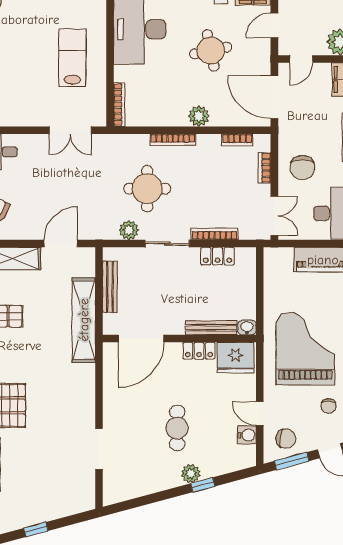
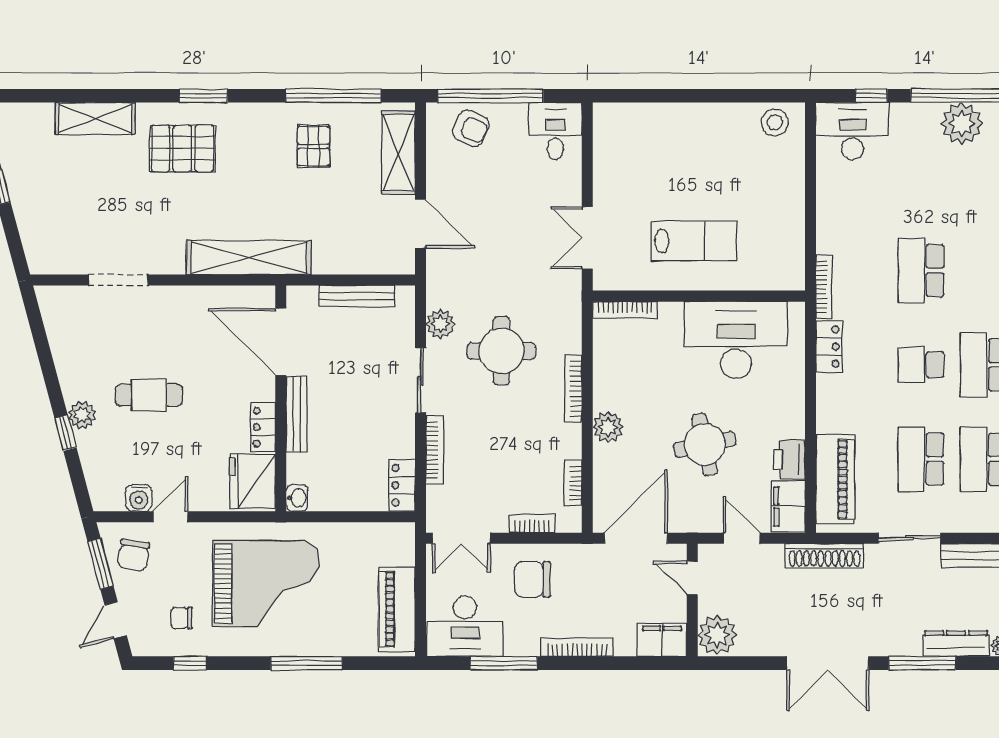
locker: (218, 256) -> (402, 485), moved
shelving: (84, 320) -> (249, 258), moved
bench: (211, 328) -> (297, 414), moved

